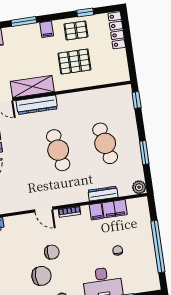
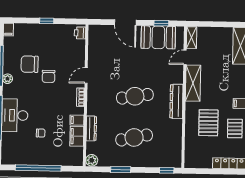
dresser: (37, 105) -> (176, 101), moved
chair: (41, 276) -> (30, 64), turned 90

